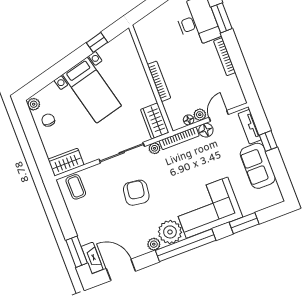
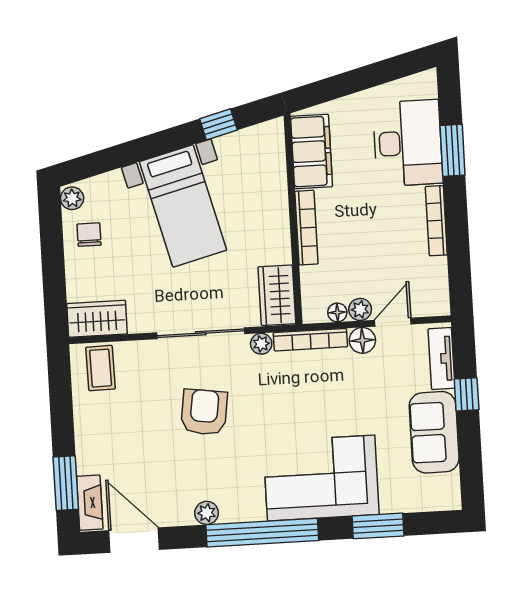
filing cabinet: (149, 41) -> (311, 151), added
plant: (170, 232) -> (242, 500), removed

